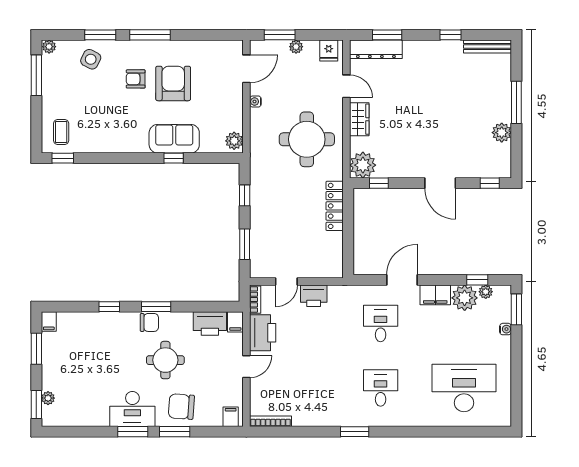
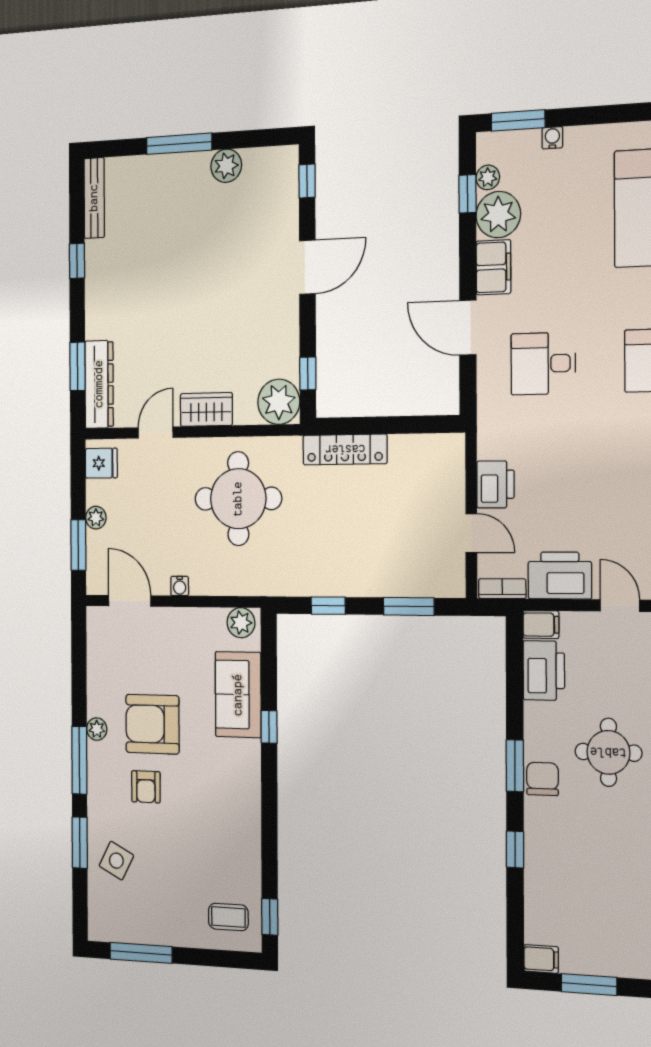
plant: (49, 47) -> (97, 729), moved
sofa: (174, 139) -> (238, 695), moved

